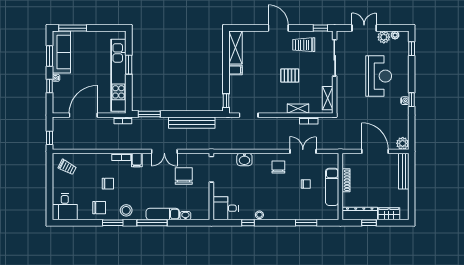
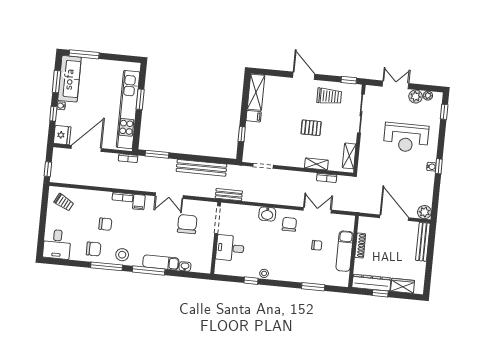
trolley: (304, 45) -> (329, 96), turned 180
reception desk: (379, 76) -> (406, 138), turned 90
window: (226, 101) -> (242, 134), moved
fridge: (60, 105) -> (62, 135), added
bench: (220, 145) -> (229, 195), added
washbasin: (244, 159) -> (267, 214), moved
desk: (226, 208) -> (230, 248), moved
window: (113, 223) -> (107, 266), width x1.44

